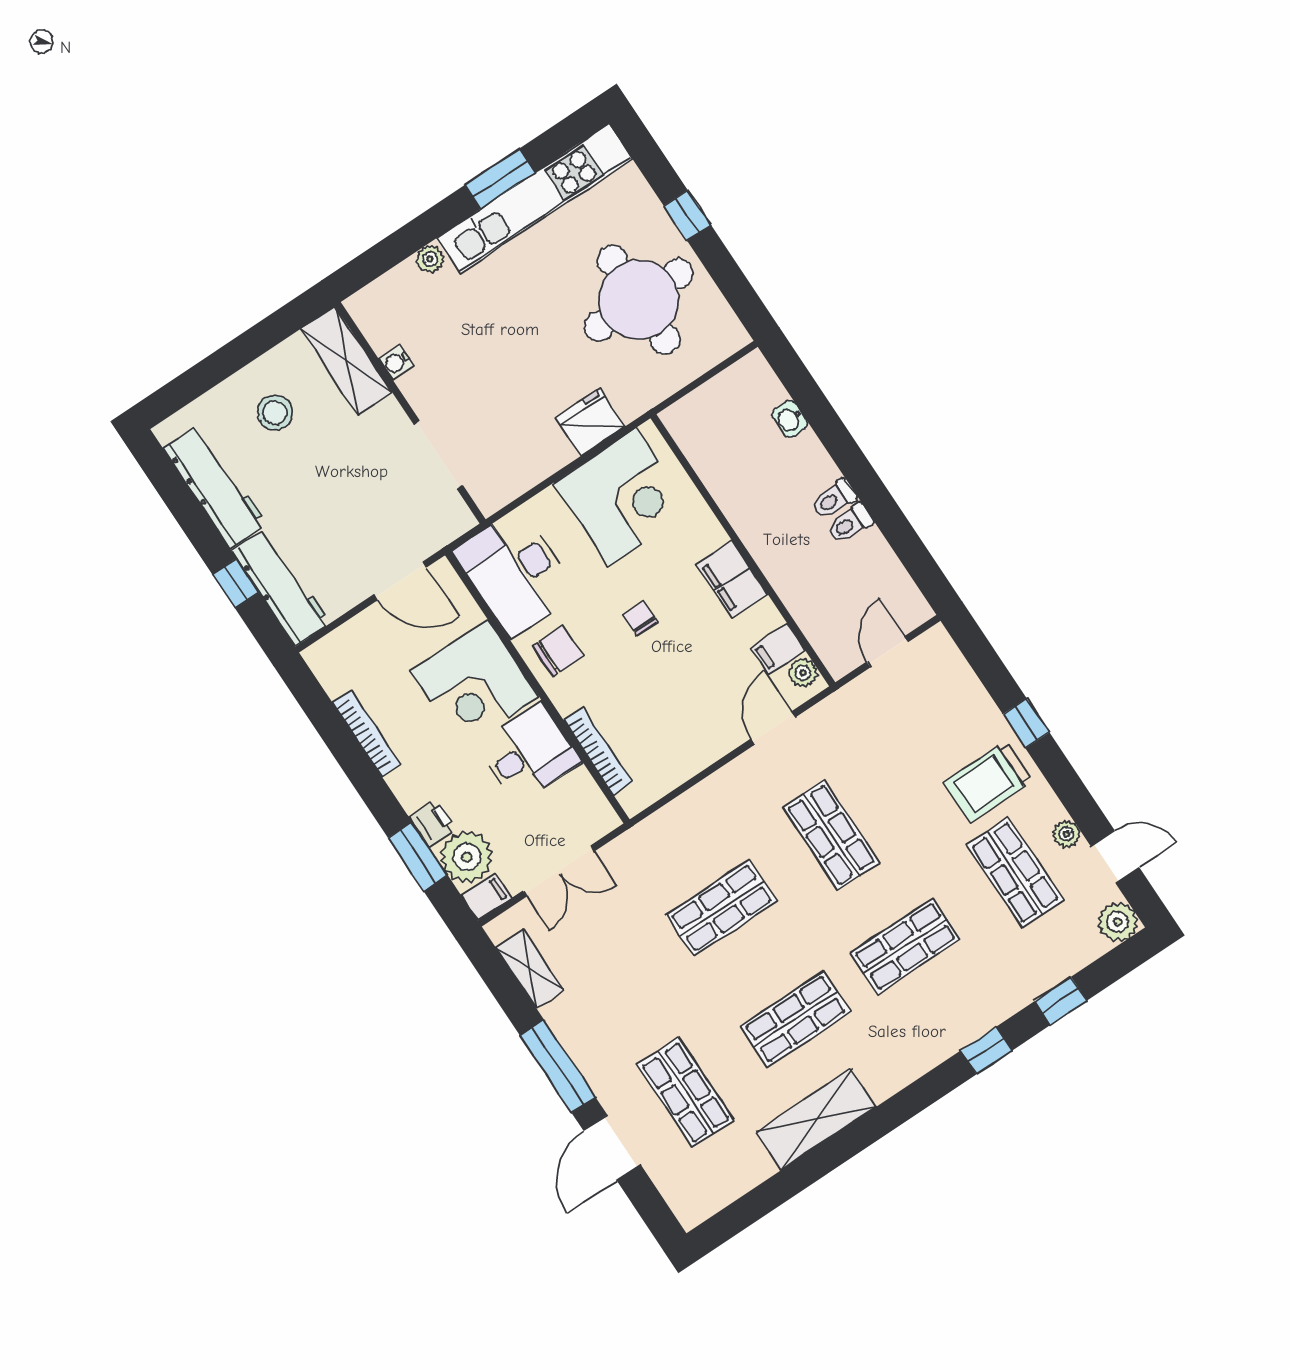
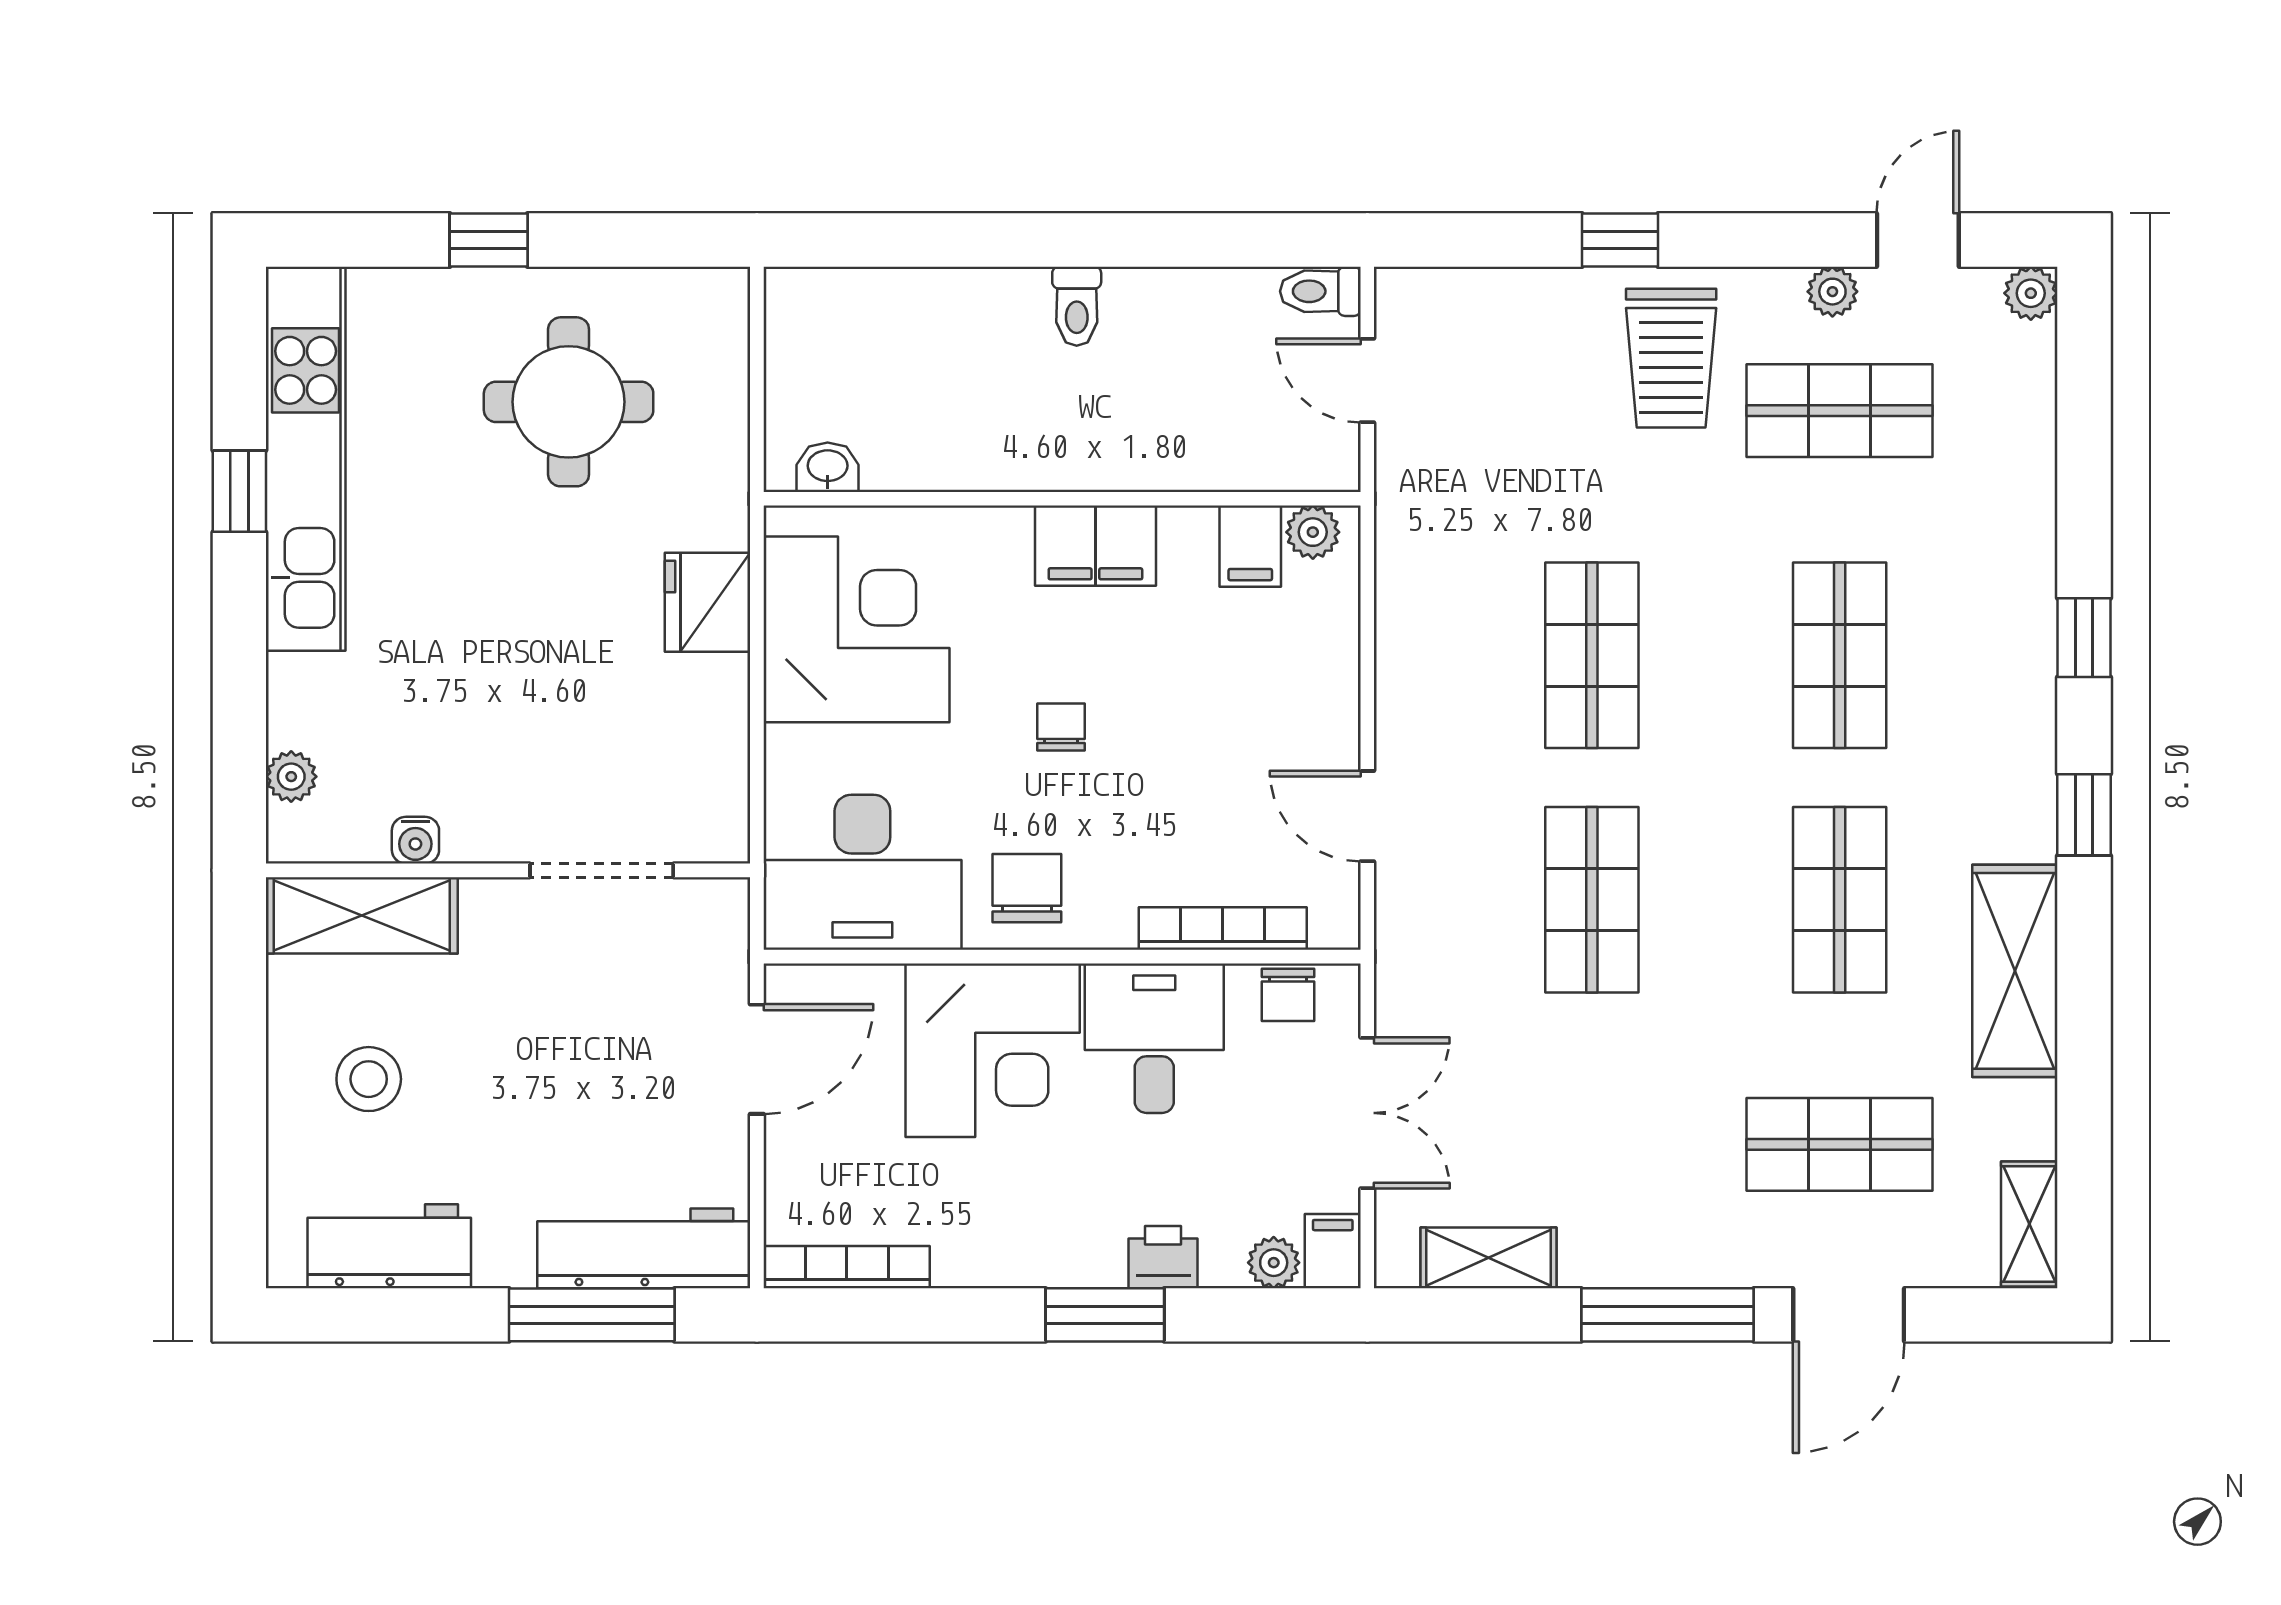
window: (500, 179) -> (239, 491), width x0.67
plant: (430, 259) -> (291, 777), moved
round table: (639, 300) -> (569, 402), width x0.73, depth x0.73
washbasin: (790, 419) -> (828, 467), moved, turned 180
workbench: (215, 486) -> (389, 1246), width x0.73
toilet: (850, 524) -> (1320, 291), moved, turned 90
window: (236, 583) -> (592, 1315), width x2.17
chair: (640, 618) -> (1061, 727), turned 90
door: (773, 728) -> (1367, 816), moved
bookcase: (367, 733) -> (847, 1267), moved
chair: (588, 800) -> (1288, 995), added
shop shelf: (831, 835) -> (1592, 655), turned 90
window: (418, 857) -> (1105, 1315), moved
plant: (467, 857) -> (1274, 1263), width x0.53, depth x0.53
plant: (1118, 922) -> (2031, 293), width x0.73, depth x0.73
window: (1061, 1001) -> (2084, 815), moved
door: (612, 1148) -> (1849, 1315), hinge flipped
shelving: (707, 1201) -> (2029, 1224), added

